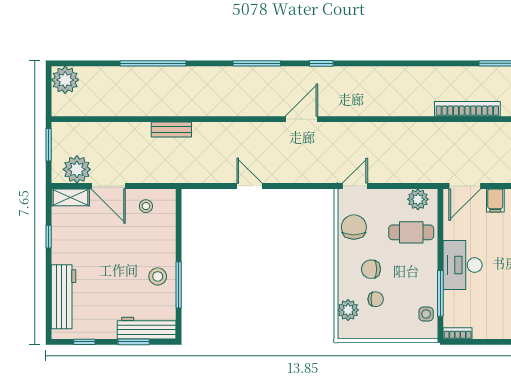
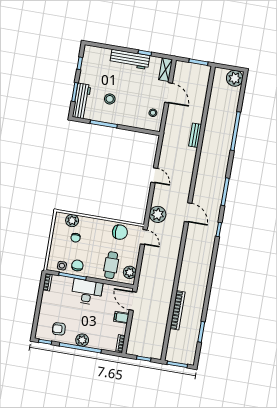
plant: (77, 169) -> (158, 214), moved
door: (108, 186) -> (168, 93), swing flipped
door: (250, 186) -> (154, 175), hinge flipped
chair: (371, 269) -> (77, 265), moved
stool: (158, 276) -> (110, 99), moved
workbench: (64, 297) -> (130, 59), moved

